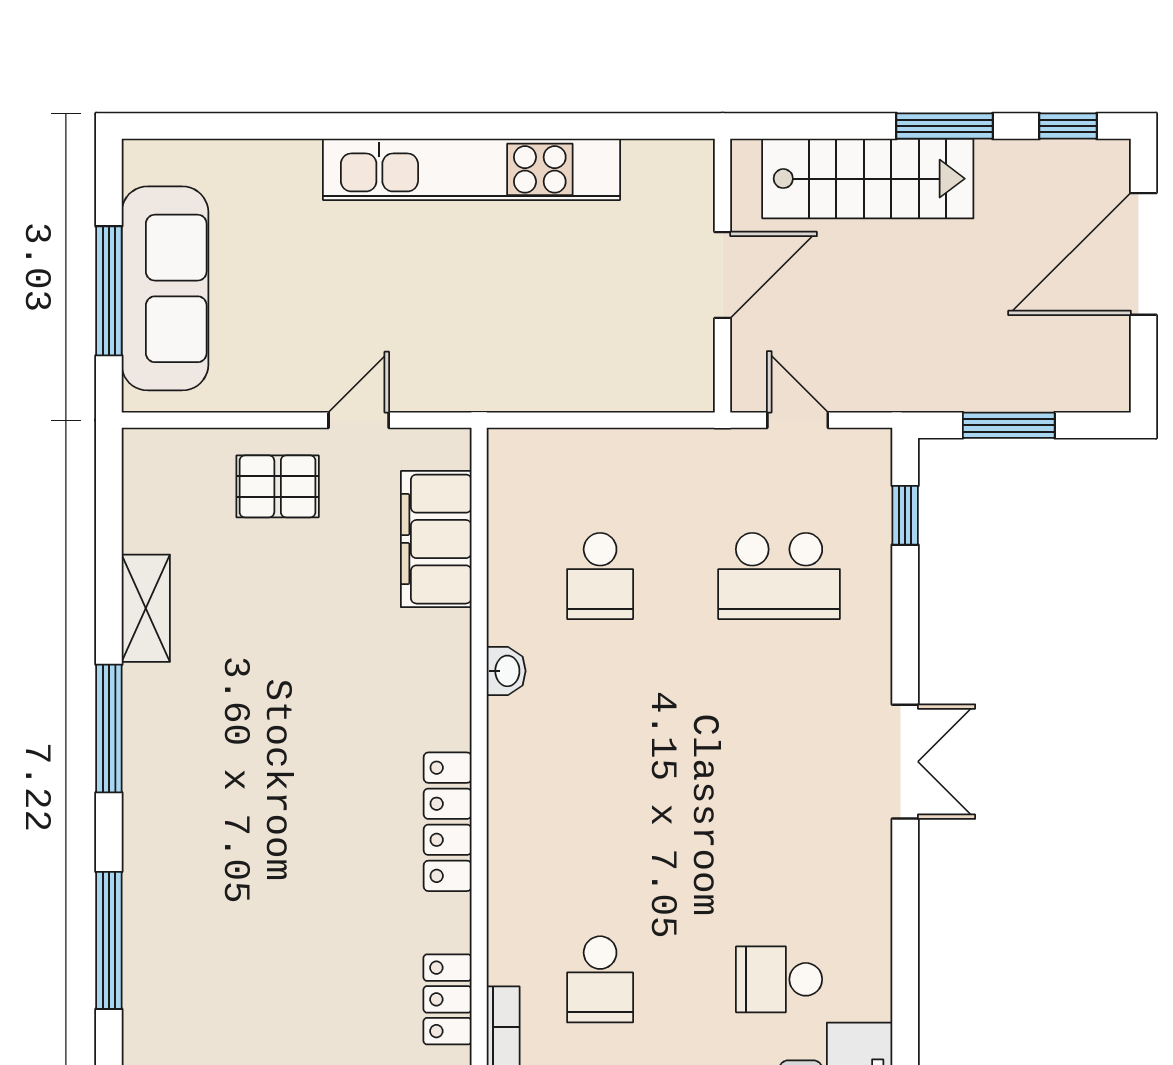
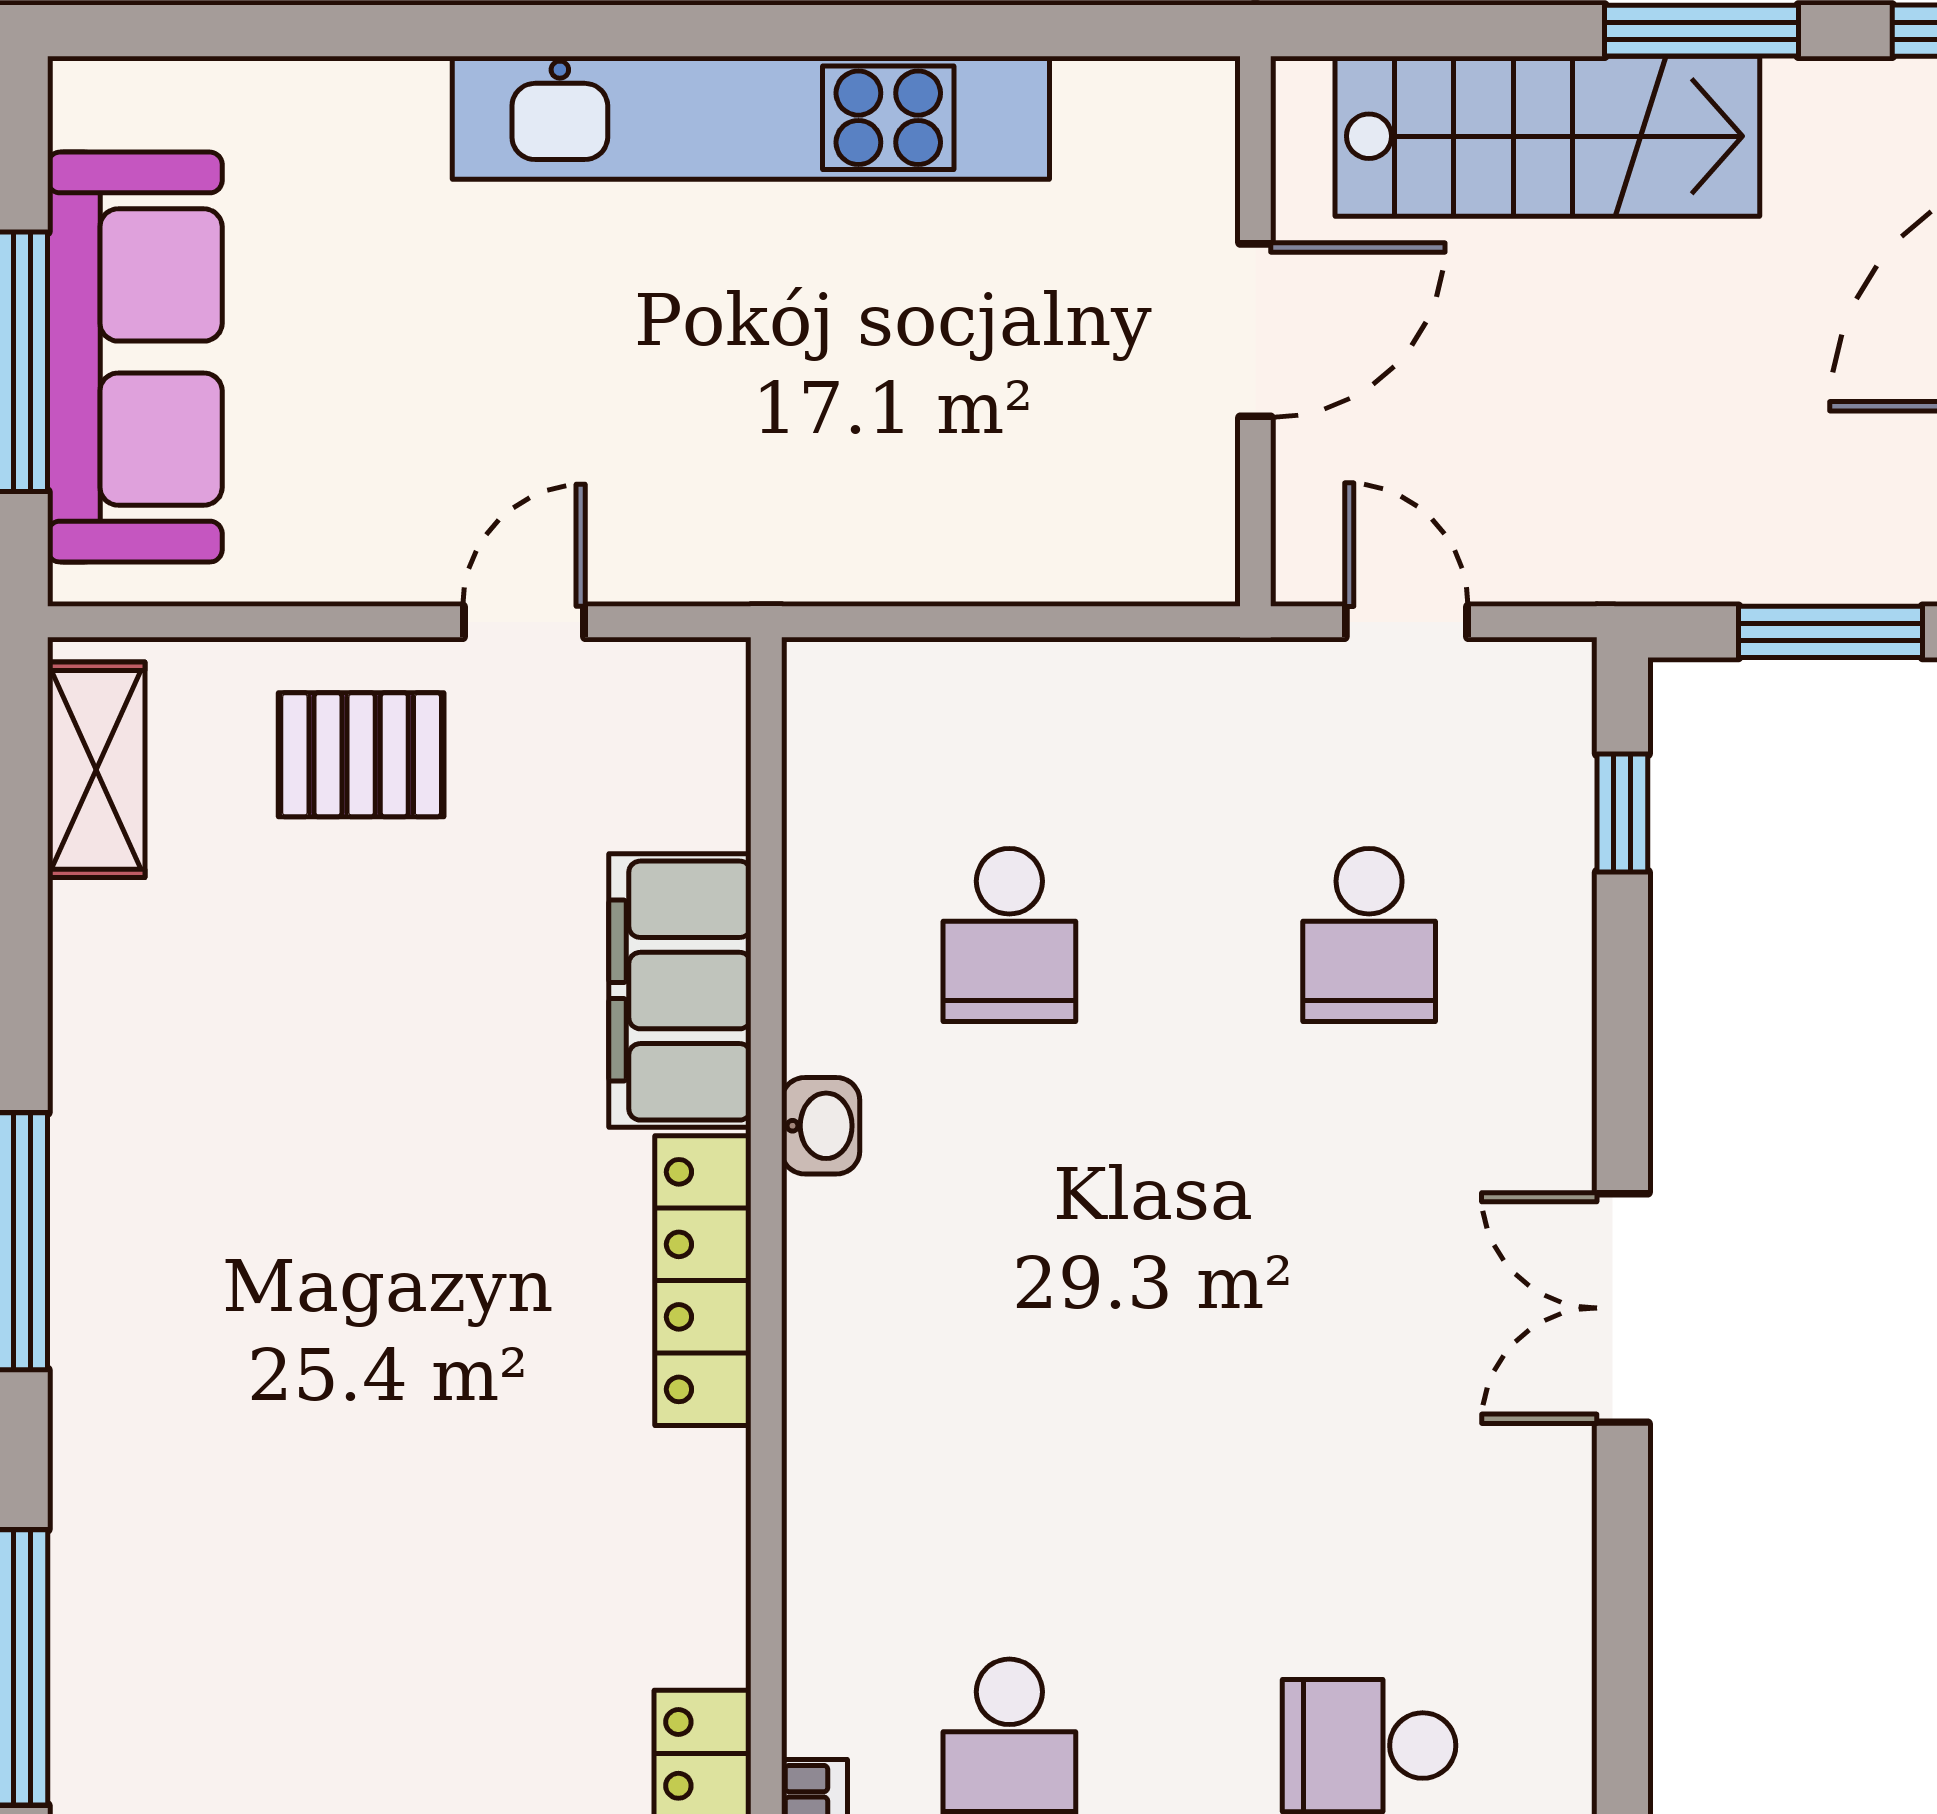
filing cabinet: (436, 539) -> (680, 991), moved
school desk: (779, 576) -> (1369, 935), width x0.54
shelving: (146, 608) -> (96, 770), moved
double door: (905, 762) -> (1622, 1308), swing flipped
locker: (448, 822) -> (703, 1281), moved

